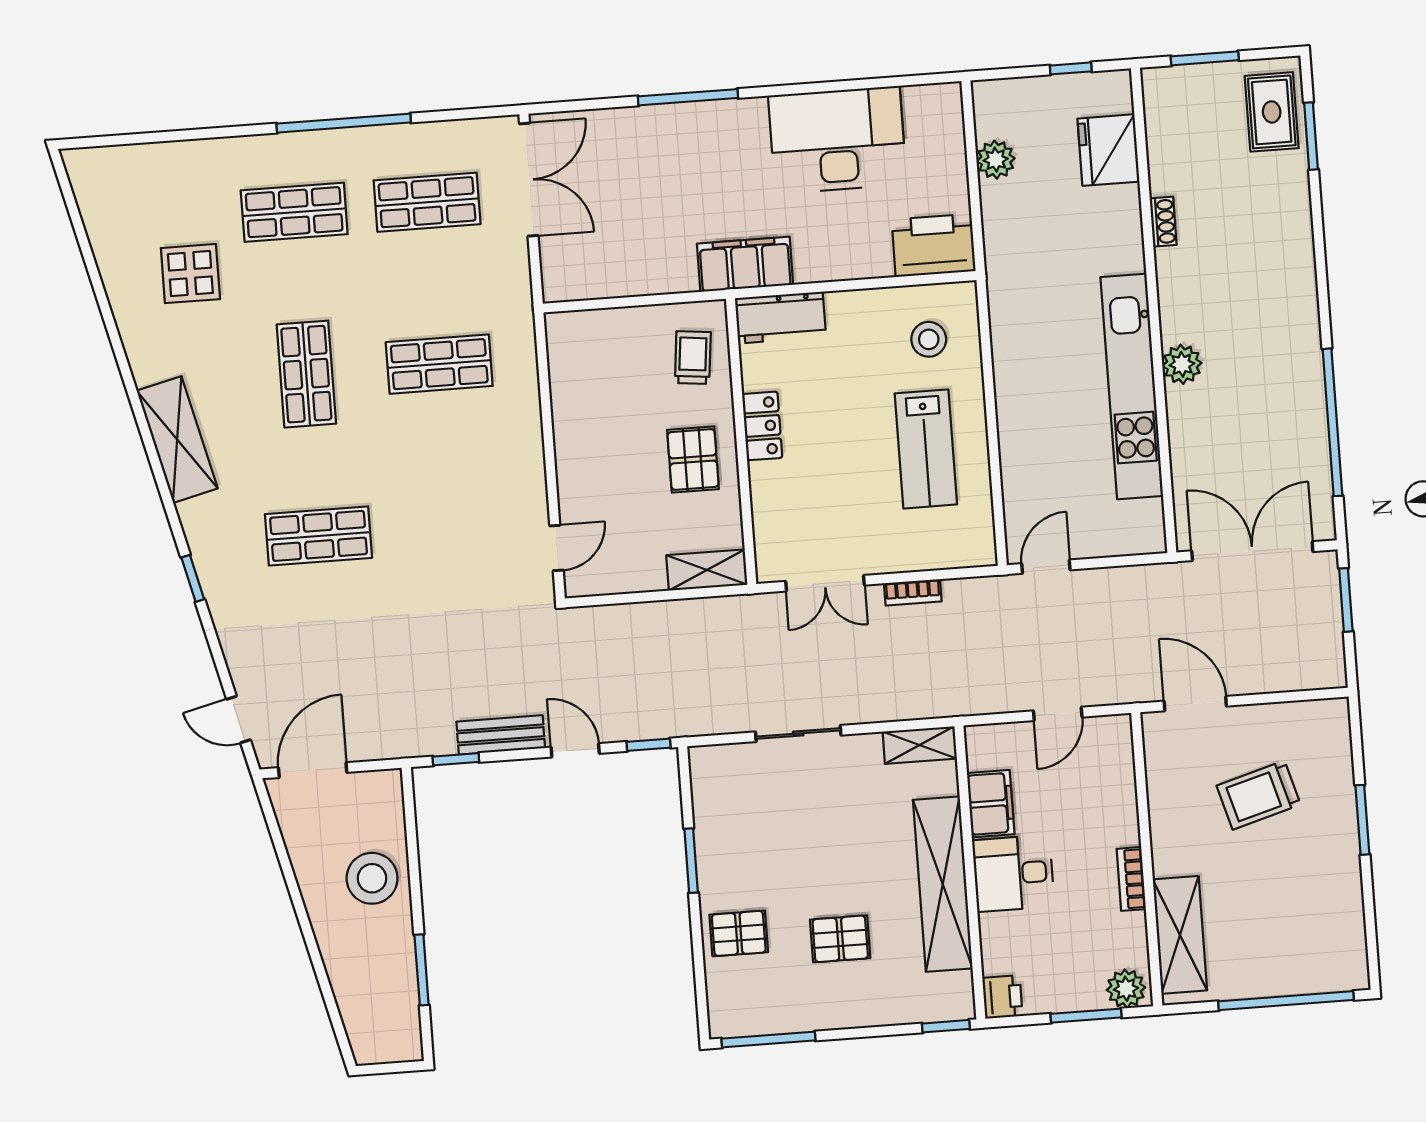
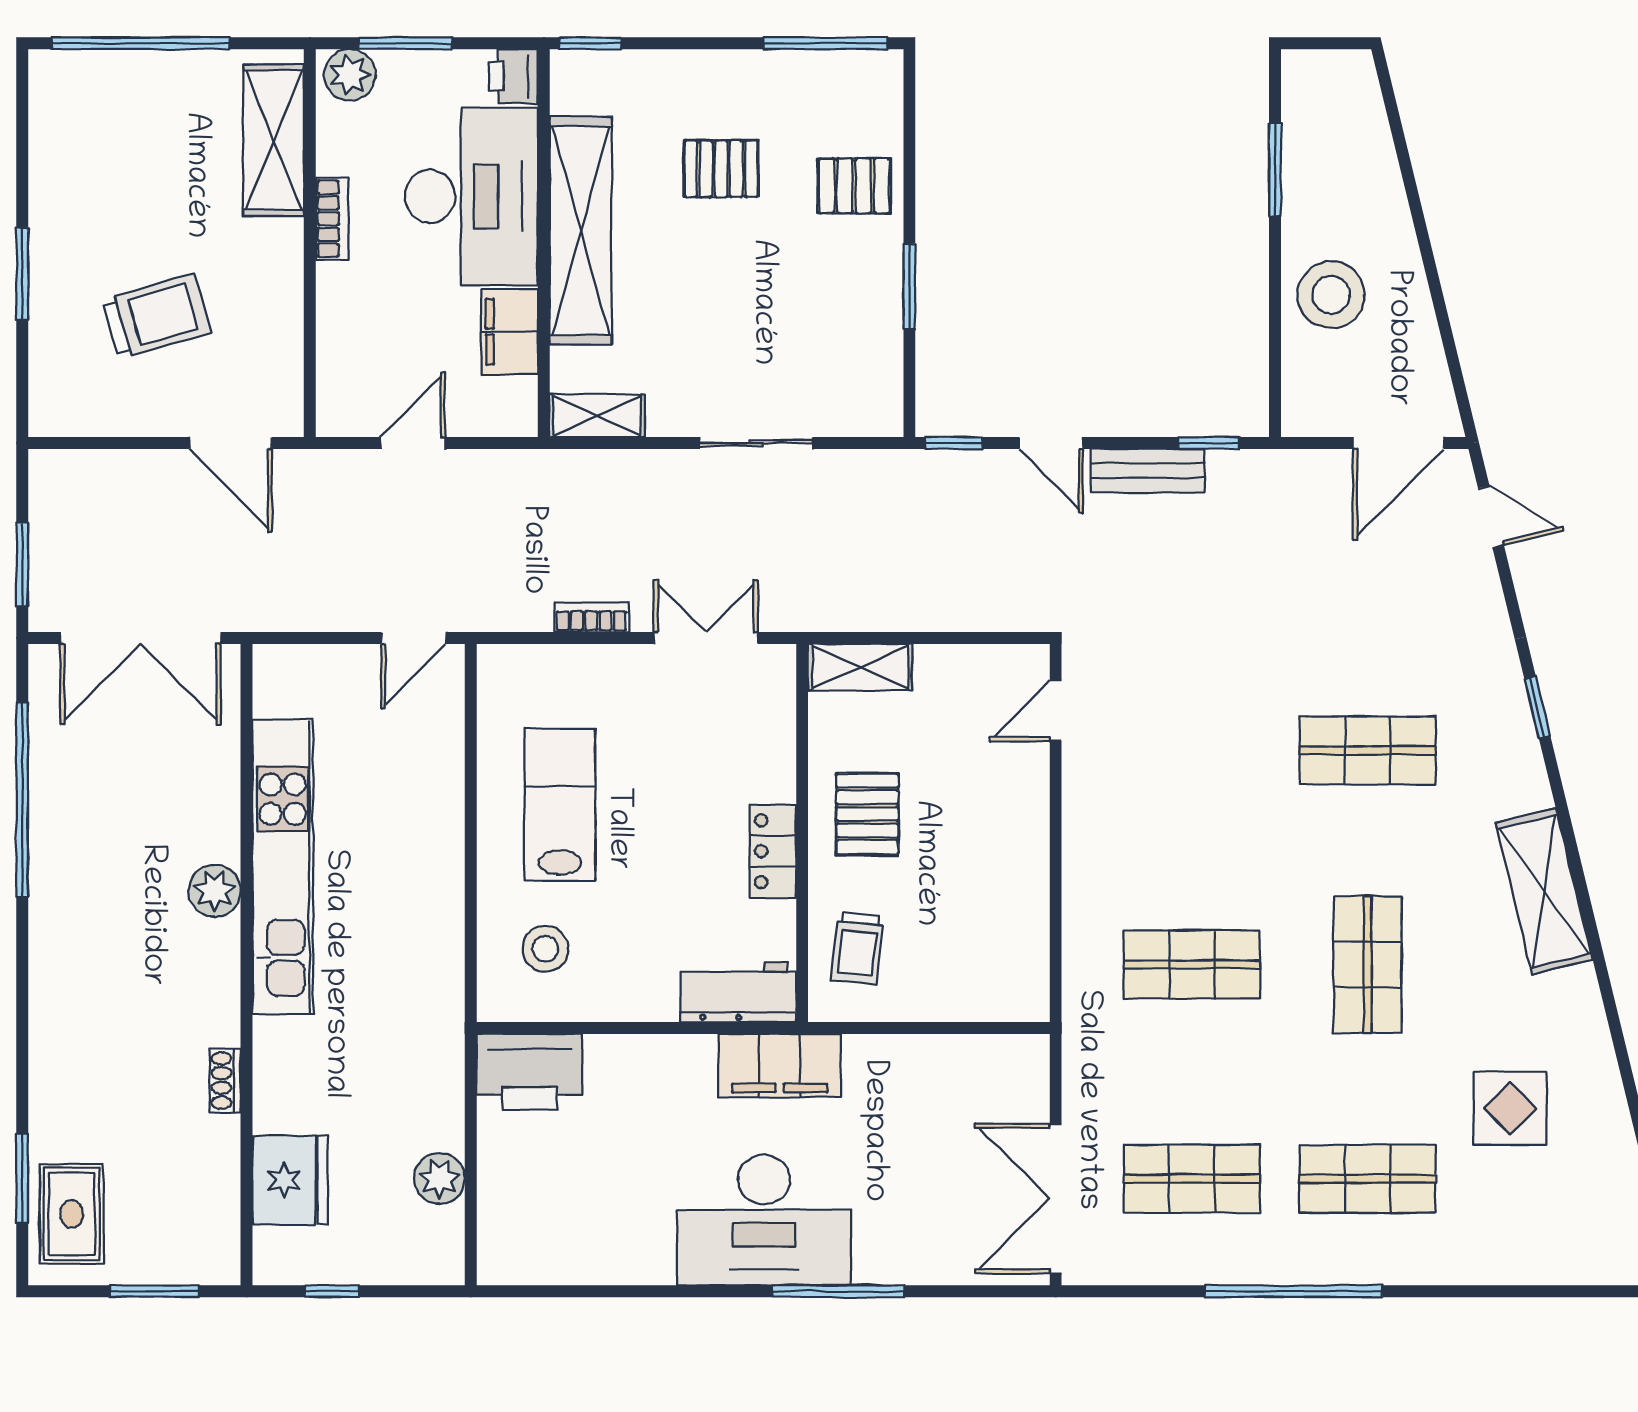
desk: (837, 140) -> (764, 1220), moved
desk: (1013, 873) -> (471, 196), width x1.87, depth x1.30

